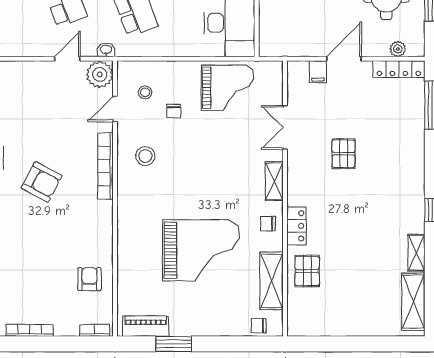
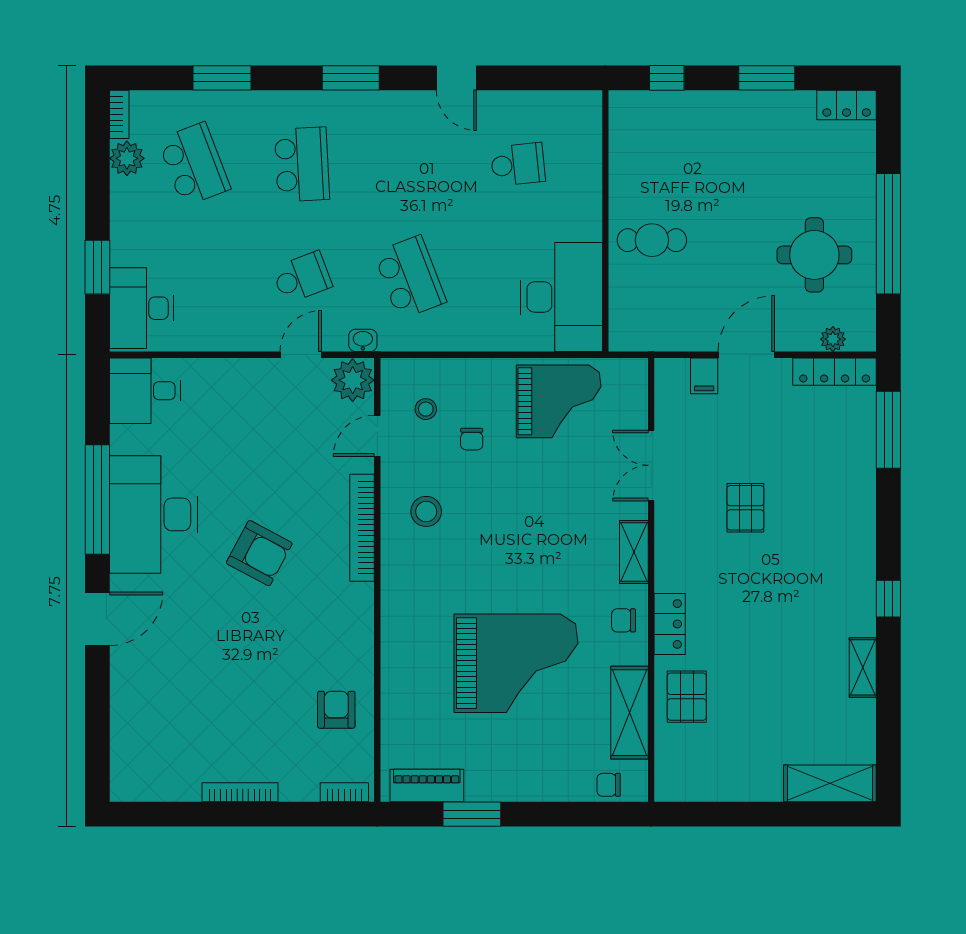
shelving: (413, 302) -> (830, 783), moved, turned 90

